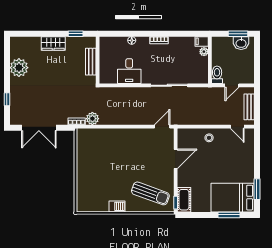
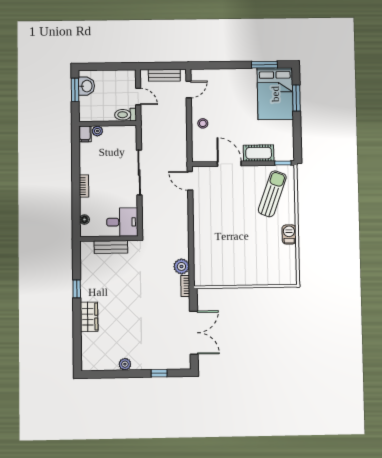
wall: (98, 60) -> (109, 239), moved
bench: (91, 62) -> (111, 247), moved
plant: (19, 68) -> (125, 364), width x0.53, depth x0.53
cot: (184, 200) -> (259, 153), moved

